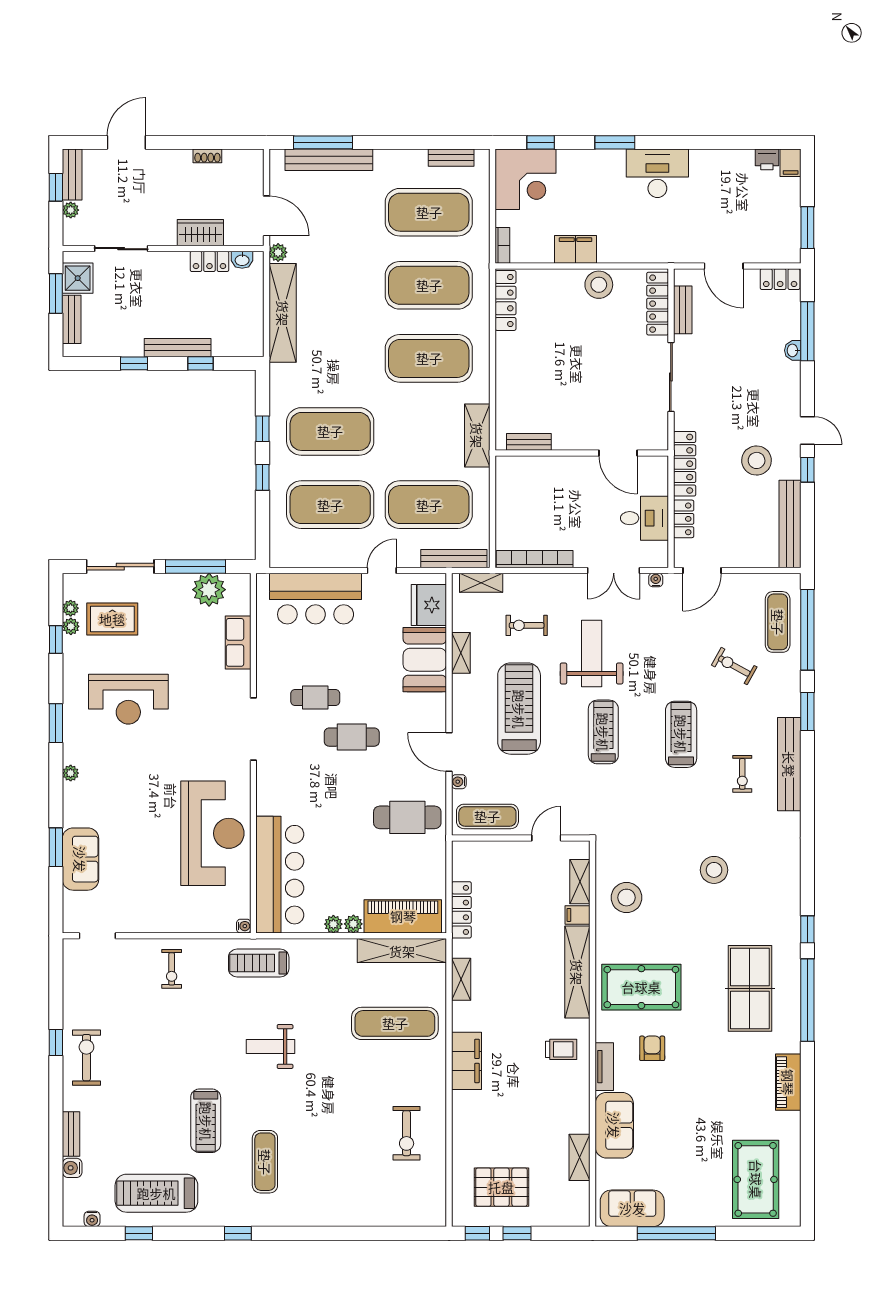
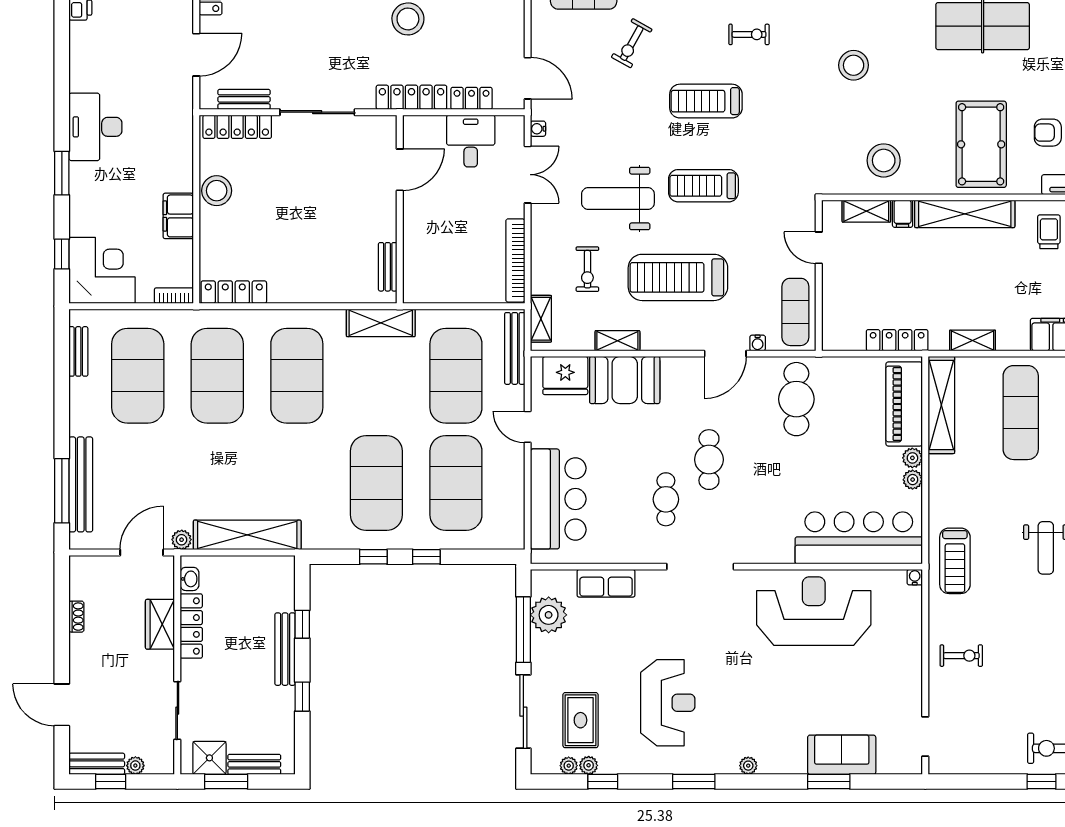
locker: (209, 261) -> (191, 626), width x1.53

